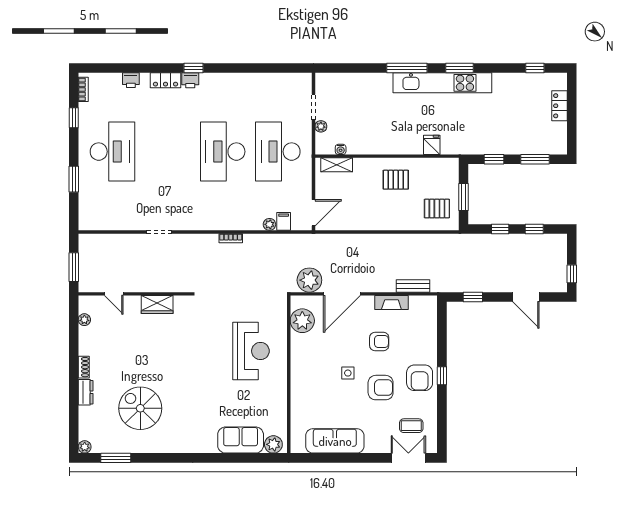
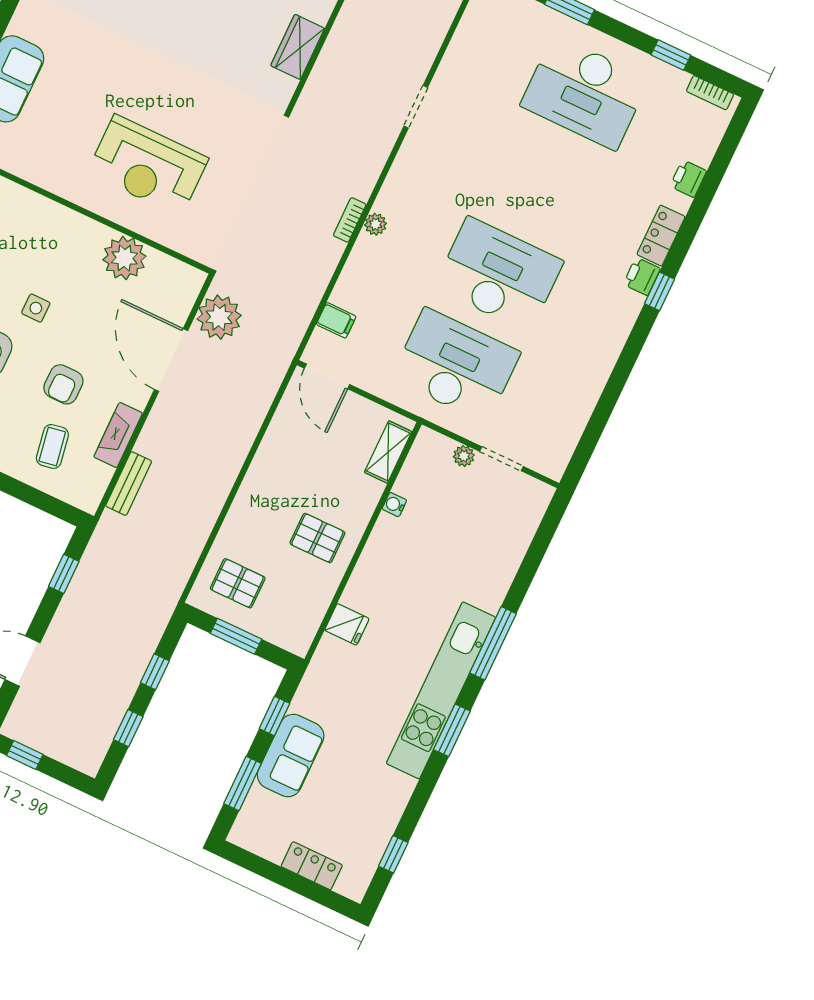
sofa: (510, 142) -> (291, 756), added
water cooler: (341, 149) -> (394, 505), moved
pallet: (396, 180) -> (317, 538), turned 90
pallet: (437, 209) -> (238, 583), turned 90
plant: (269, 224) -> (376, 224), moved
plant: (302, 321) -> (124, 258), moved
coffee table: (413, 332) -> (52, 446), added

